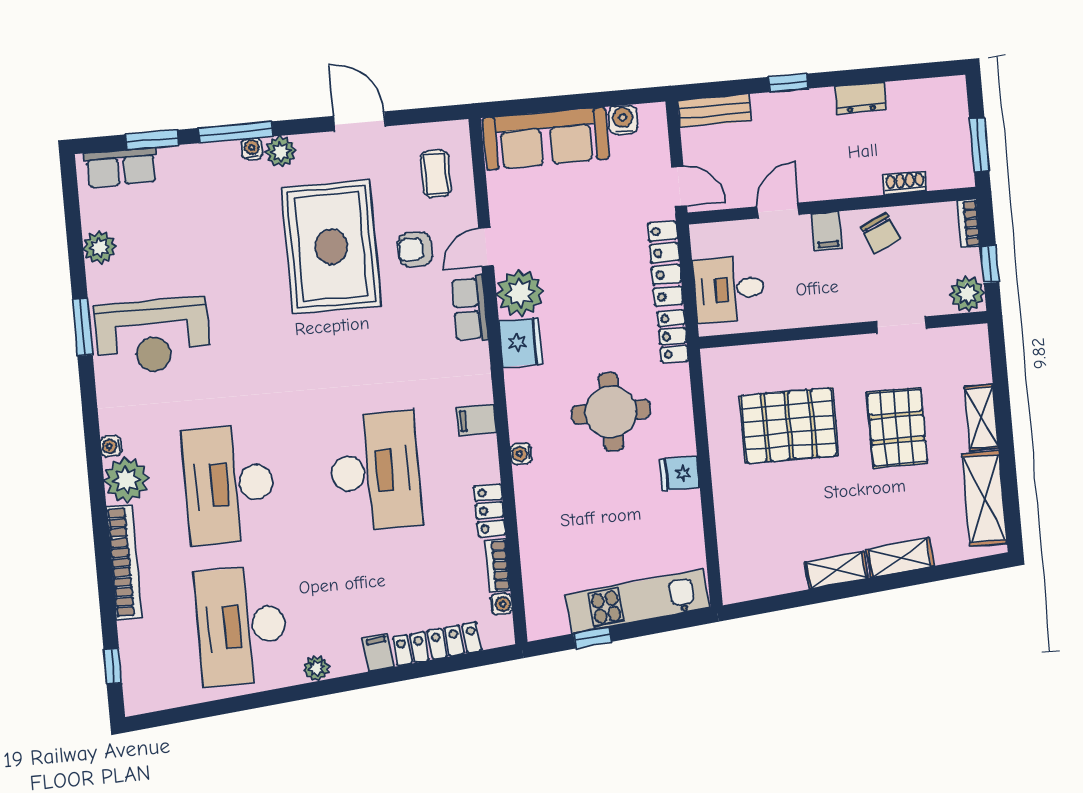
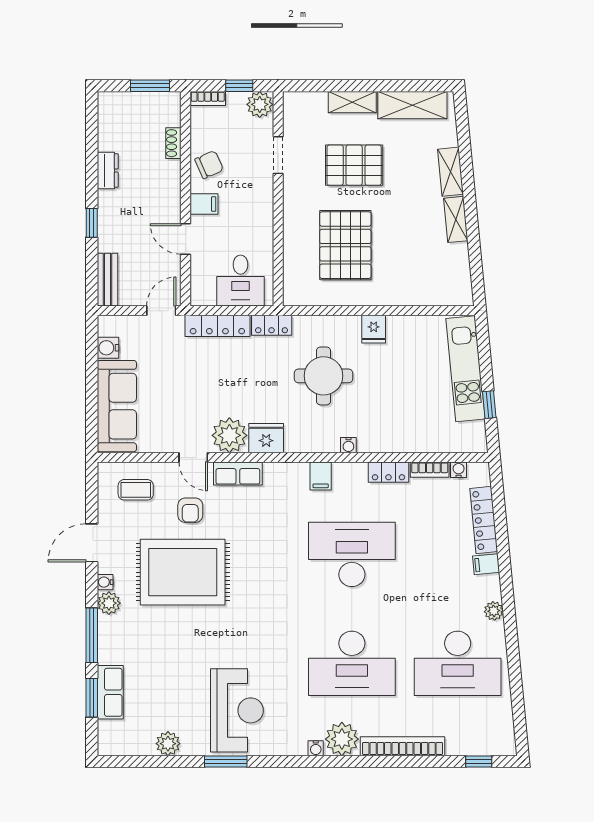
water cooler: (252, 149) -> (105, 582), moved
row of seats: (121, 167) -> (110, 692), moved

